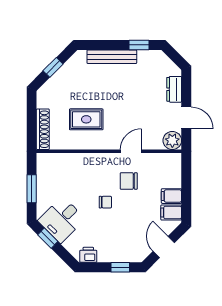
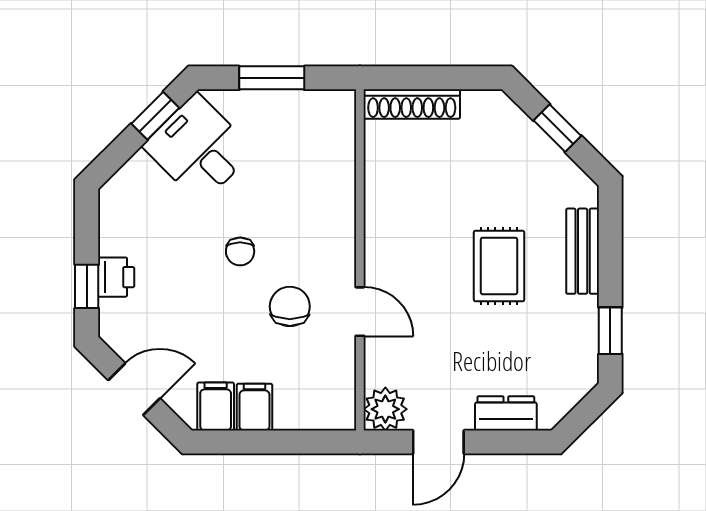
bench: (112, 57) -> (583, 251), width x0.73
rug: (86, 119) -> (499, 266), moved
printer: (88, 255) -> (116, 277), moved

